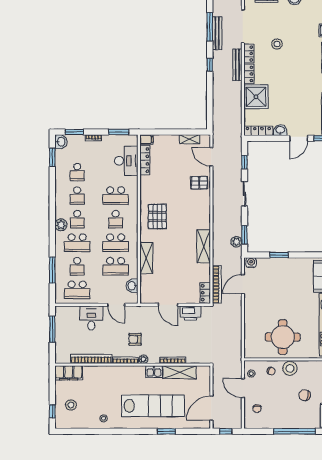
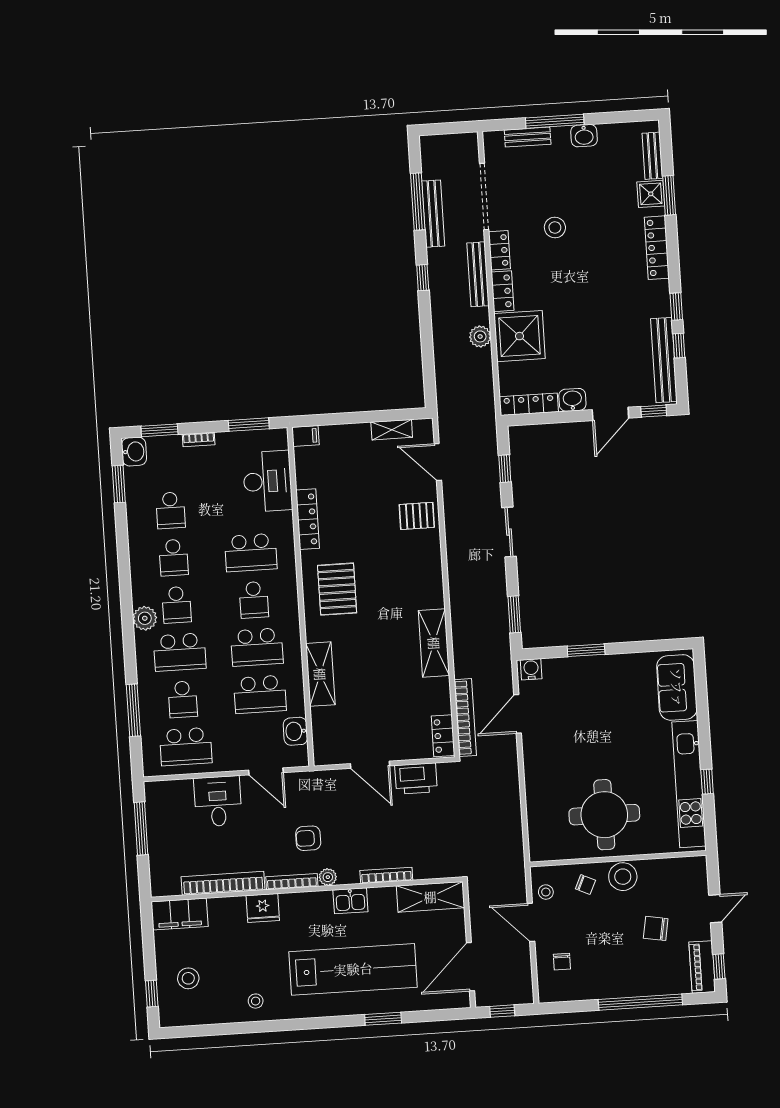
locker: (145, 160) -> (308, 519), moved
plant: (236, 242) -> (480, 336), moved
fridge: (110, 372) -> (263, 908), added
shelving: (180, 372) -> (430, 897), moved

